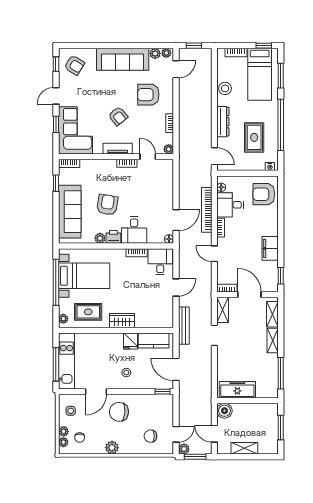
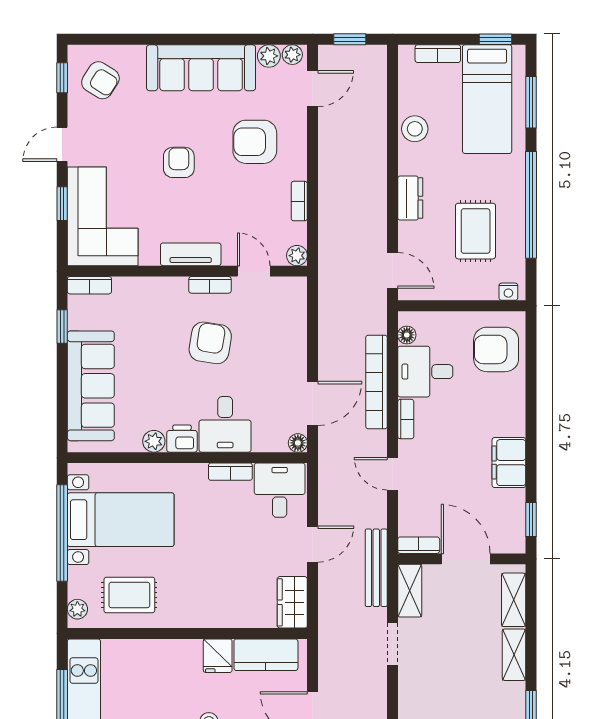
armchair: (118, 116) -> (179, 162), moved, turned -141
dresser: (223, 122) -> (410, 198), width x0.70
armchair: (107, 205) -> (210, 343), moved
wardrobe: (122, 321) -> (292, 602), moved, turned -90
bench: (184, 326) -> (376, 568), moved

